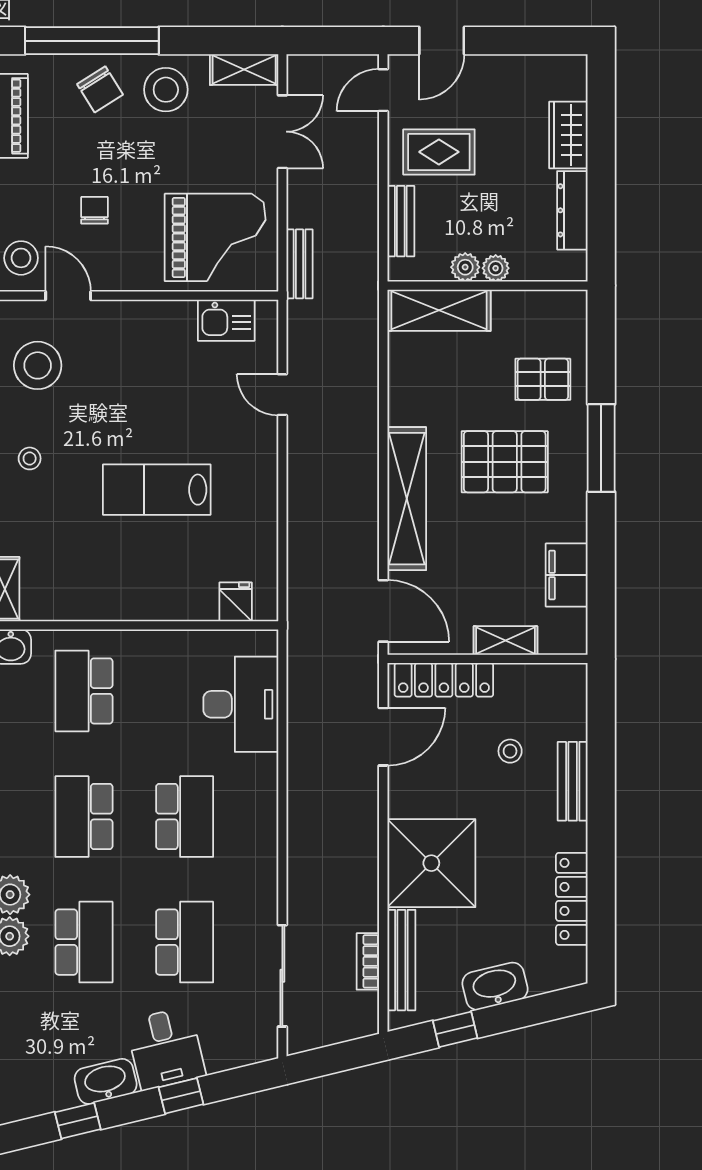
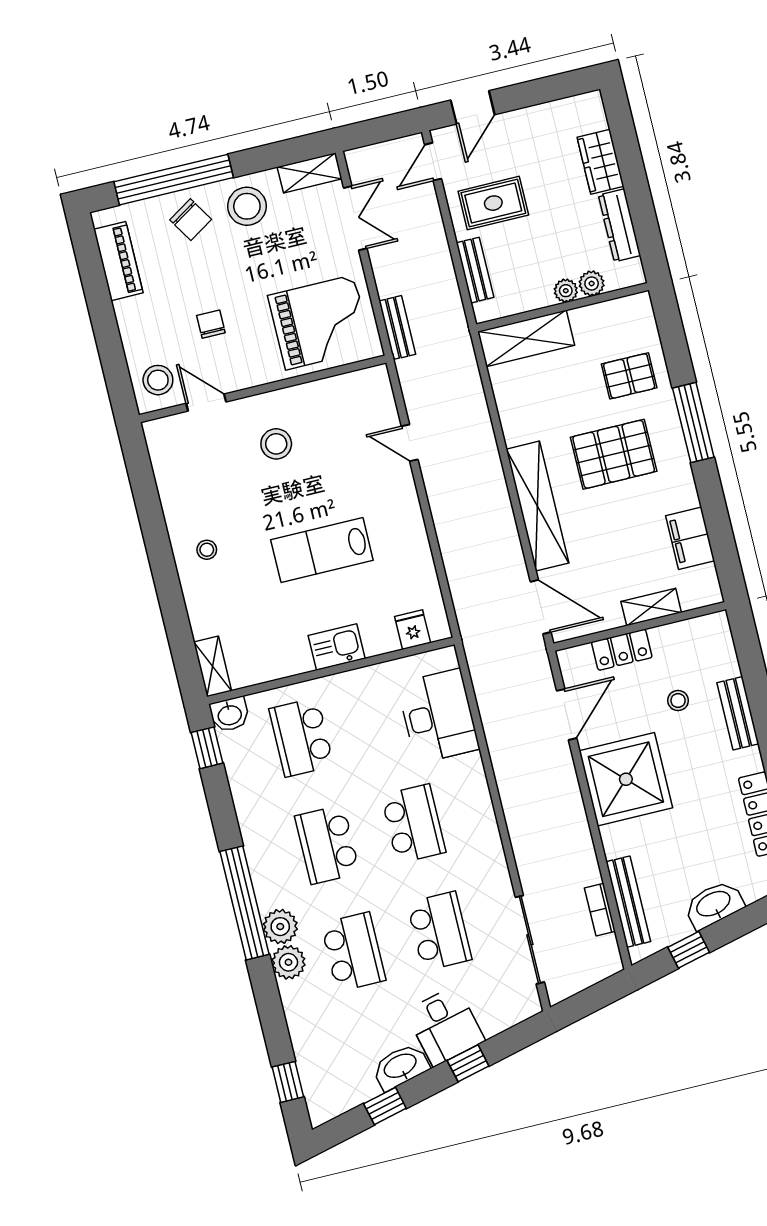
plant: (465, 267) -> (592, 283), moved
kitchen sink: (226, 320) -> (337, 647), moved, turned 180
stool: (38, 365) -> (276, 444), moved, width x0.73, depth x0.73
locker: (444, 680) -> (622, 650), width x0.66
shower: (431, 863) -> (626, 779), moved

